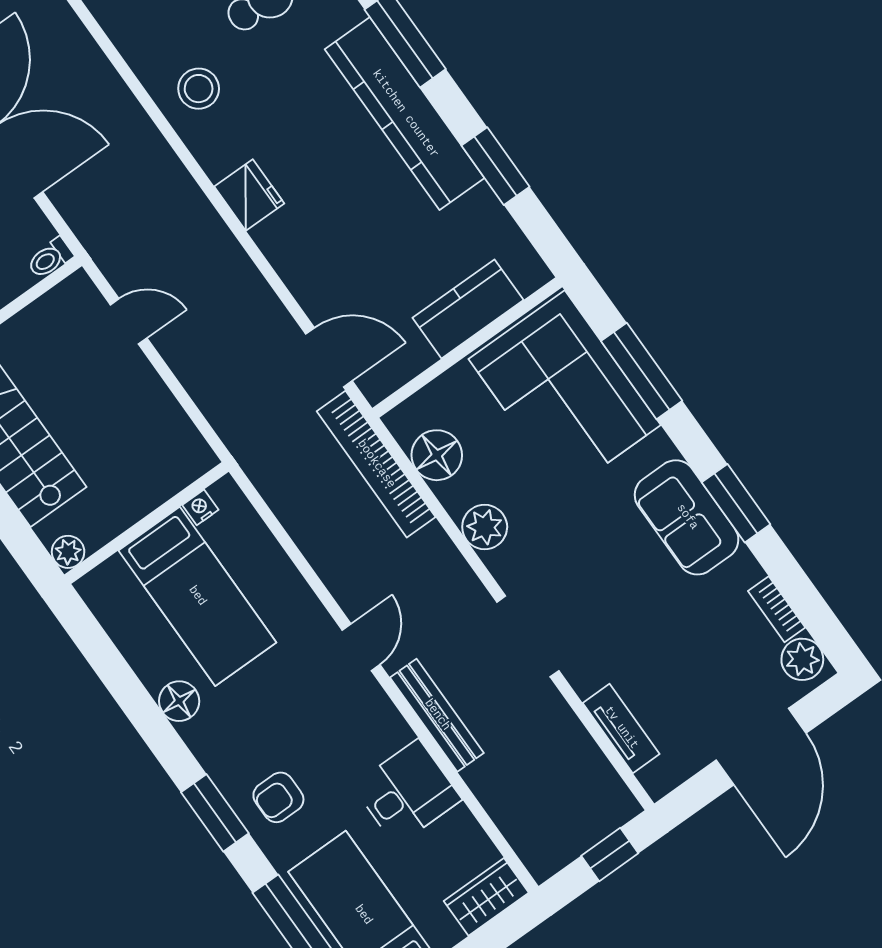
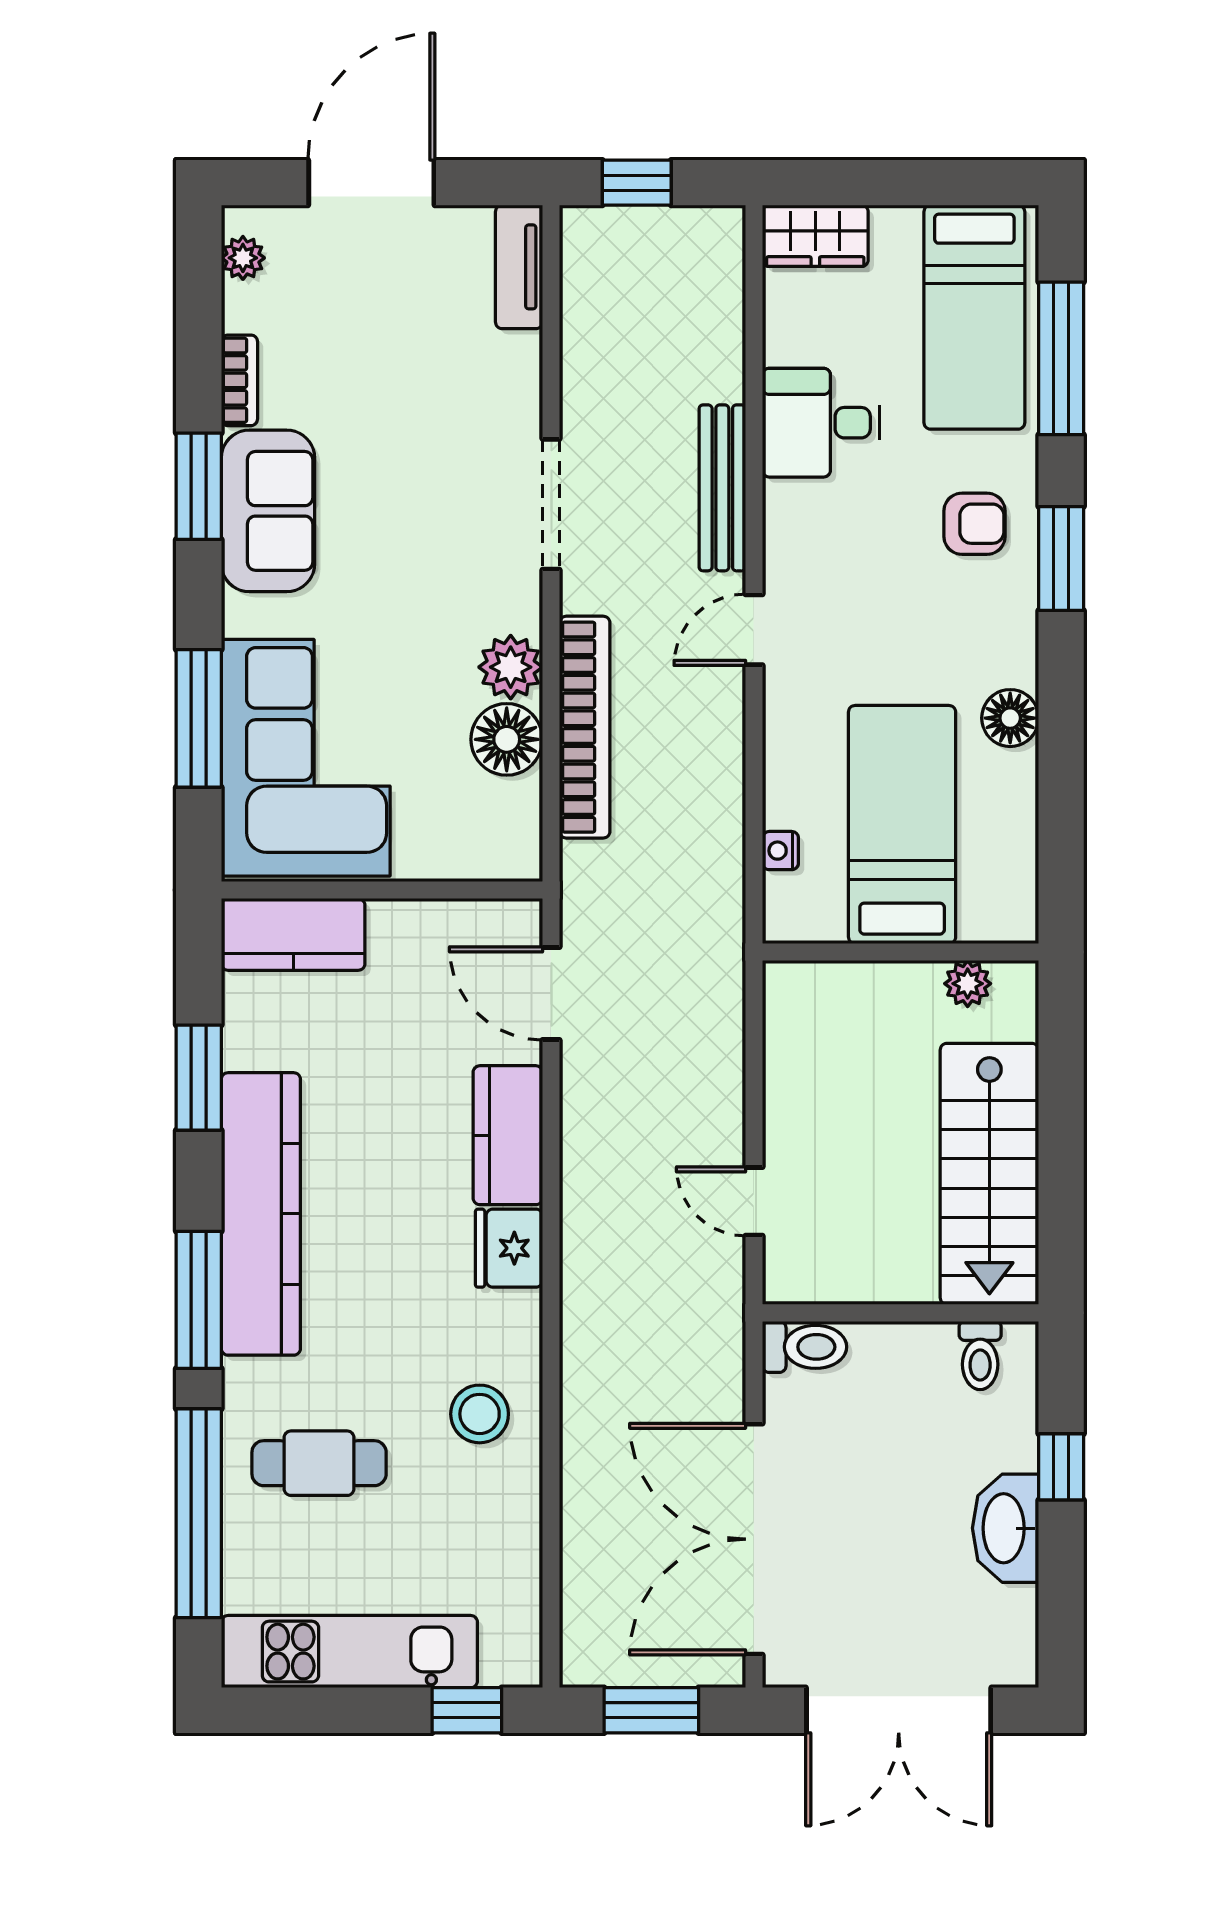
toilet: (50, 258) -> (805, 1347), width x1.37, depth x1.39
kitchen counter: (296, 259) -> (508, 1135), added
kitchen counter: (468, 309) -> (293, 934), moved
floor lamp: (437, 455) -> (507, 739), moved
bookcase: (376, 464) -> (585, 727), moved
nightstand: (200, 507) -> (780, 851), moved, turned 90
plant: (68, 552) -> (968, 984), moved
bookcase: (777, 609) -> (239, 380), moved
plant: (802, 659) -> (243, 258), width x0.73, depth x0.73
tv unit: (621, 728) -> (519, 267), moved

